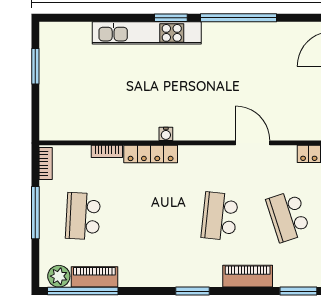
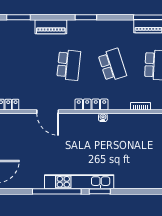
kitchen unit: (147, 33) -> (79, 182), moved
locker: (151, 154) -> (91, 105), moved
school desk: (288, 216) -> (112, 65), moved

